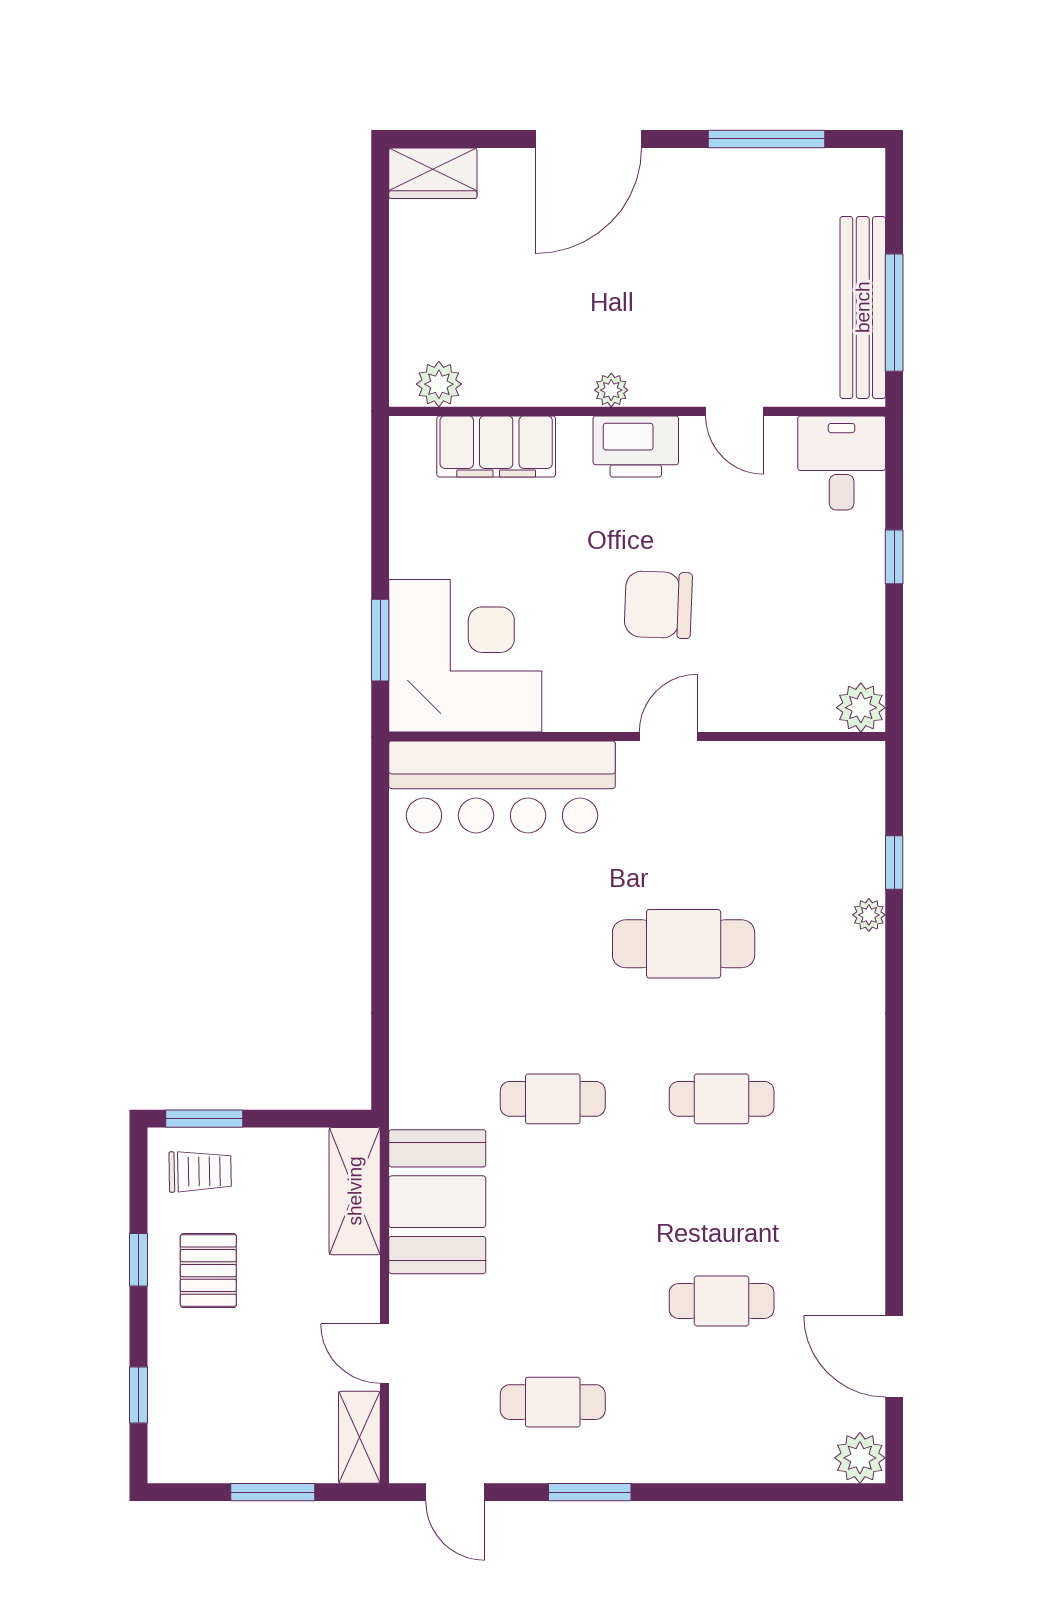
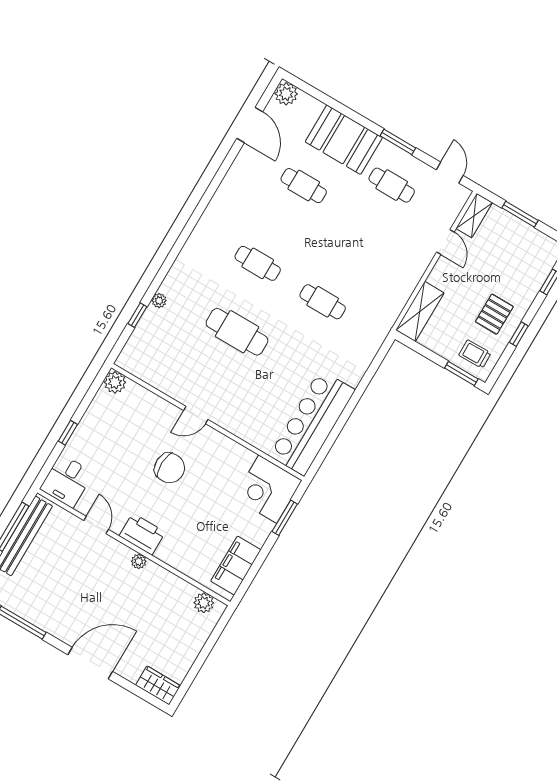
filing cabinet: (496, 446) -> (236, 566), moved, turned -90
corner desk: (465, 656) -> (268, 489), width x0.74, depth x0.74
bar counter: (502, 787) -> (312, 423), moved, turned -90
booth: (437, 1202) -> (344, 140), moved, turned 90

